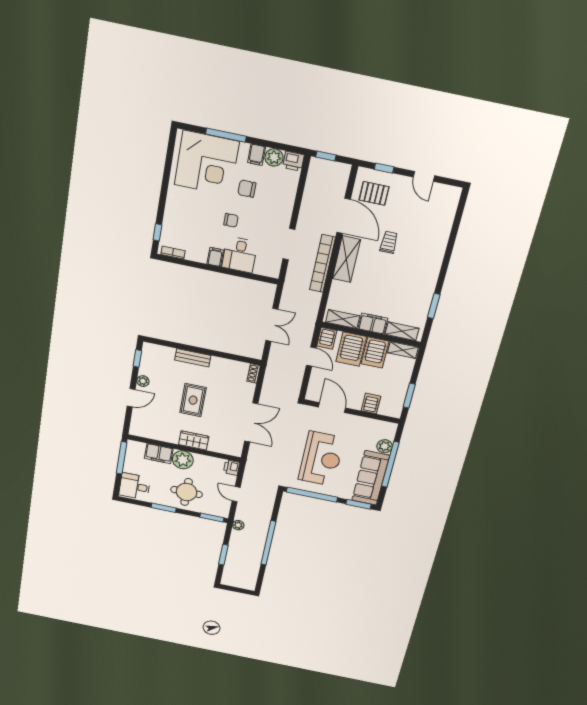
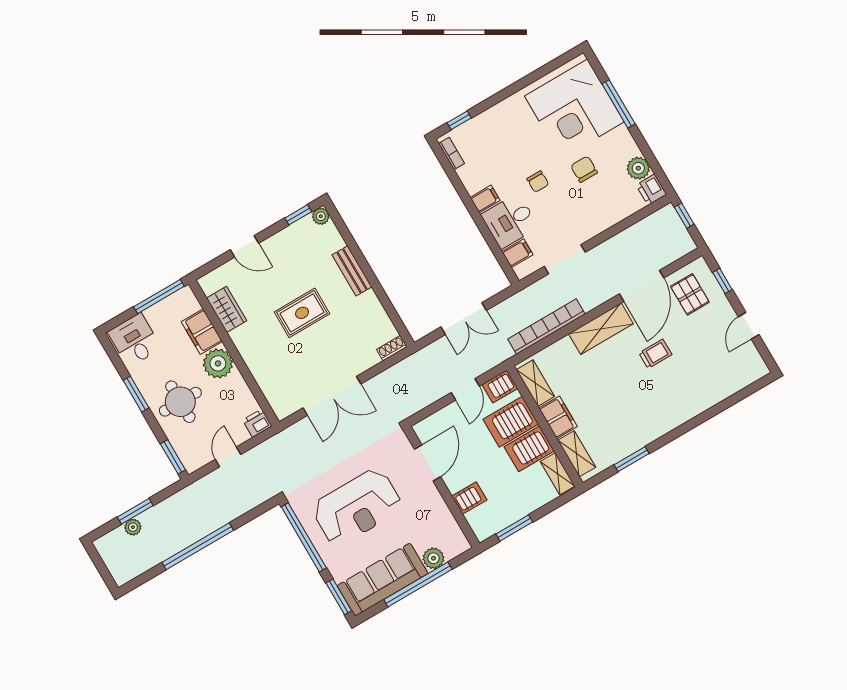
filing cabinet: (257, 155) -> (517, 253), moved, turned 180
bookcase: (322, 264) -> (546, 327), moved
plant: (143, 381) -> (321, 216), moved
wardrobe: (194, 440) -> (227, 309), moved
plant: (238, 525) -> (133, 527), moved

